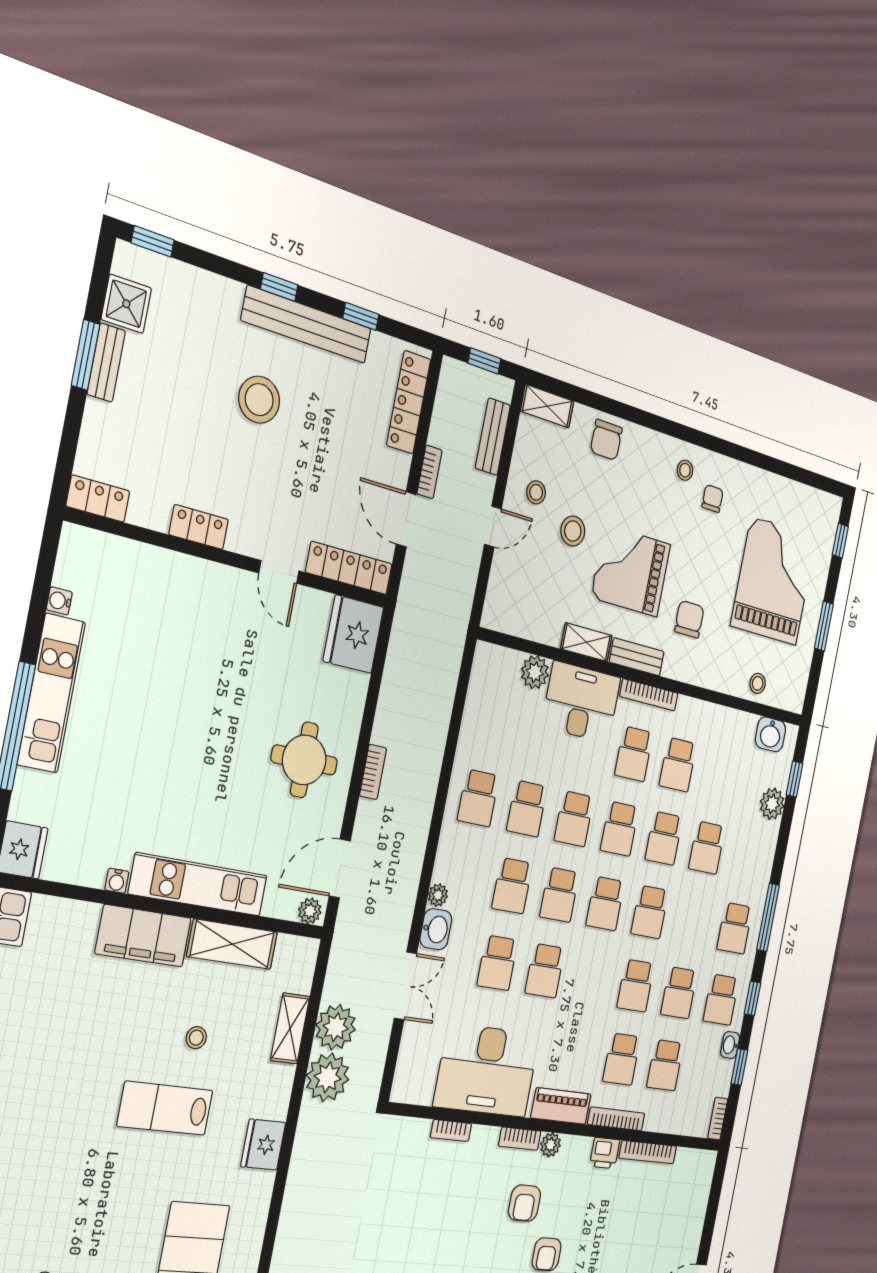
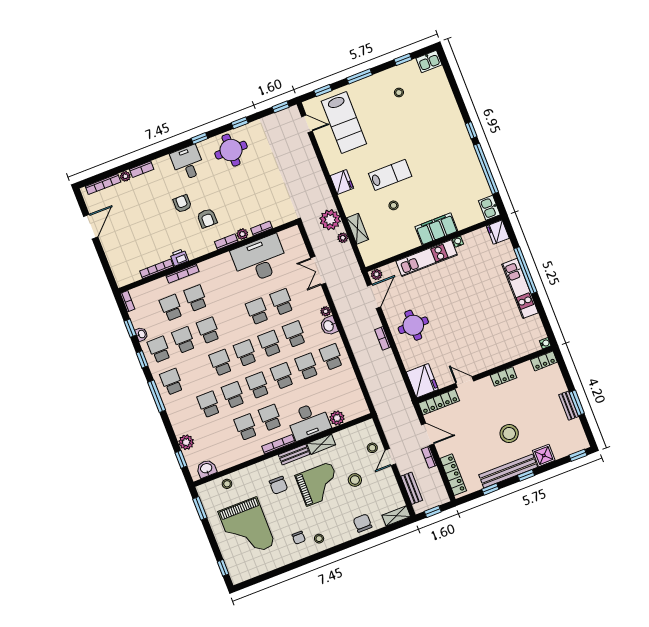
shower: (126, 304) -> (544, 455), moved
stool: (536, 492) -> (372, 448), moved
water cooler: (59, 601) -> (545, 343), moved
window: (824, 626) -> (200, 508), moved
washbasin: (436, 929) -> (329, 326), moved
shelving: (232, 944) -> (400, 245), removed
plant: (336, 1027) -> (343, 238), width x0.53, depth x0.53
piano: (561, 1106) -> (214, 264), removed
plant: (551, 1145) -> (242, 234), moved
armchair: (524, 1203) -> (207, 218), turned 180

